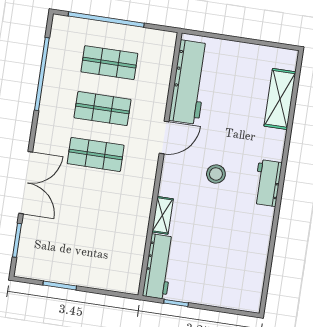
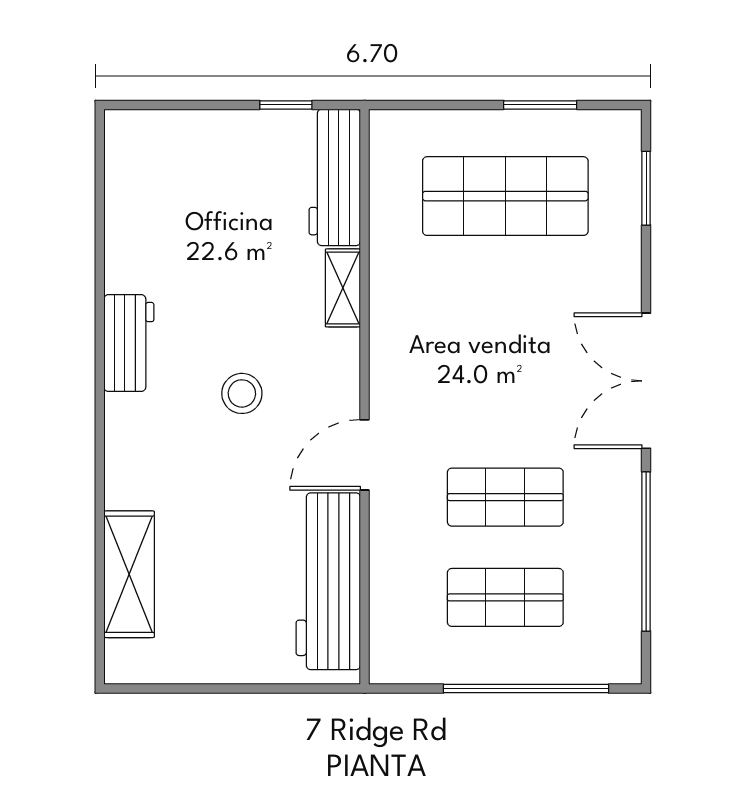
shop shelf: (96, 154) -> (505, 196), moved, width x1.43, depth x1.36
double door: (26, 183) -> (646, 381), moved
workbench: (268, 183) -> (129, 343), moved

